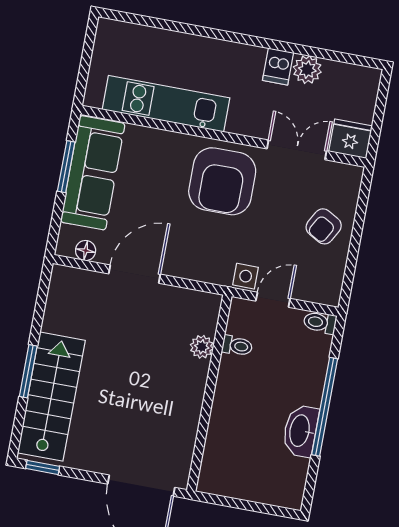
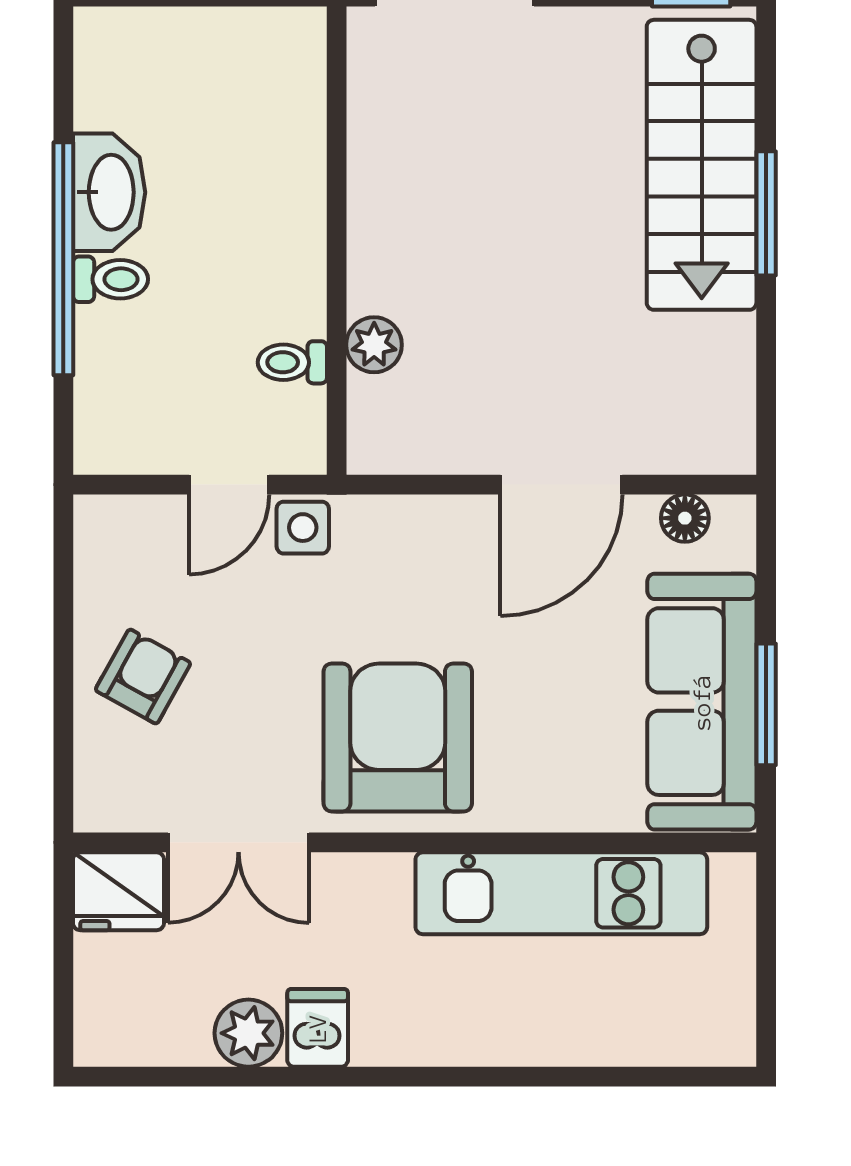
toilet: (320, 323) -> (111, 279), moved

